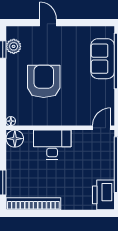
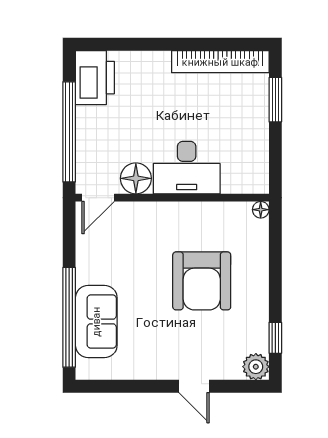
plant: (14, 46) -> (256, 367), moved
floor lamp: (15, 139) -> (136, 178), moved

